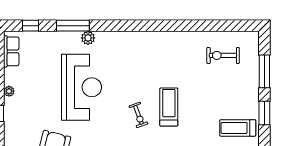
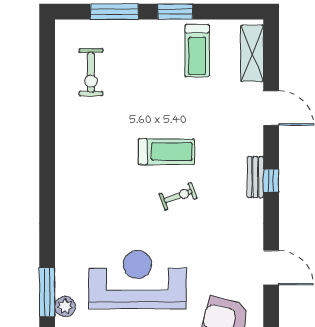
plant: (88, 38) -> (65, 307), moved
treadmill: (169, 107) -> (166, 152), turned 180

